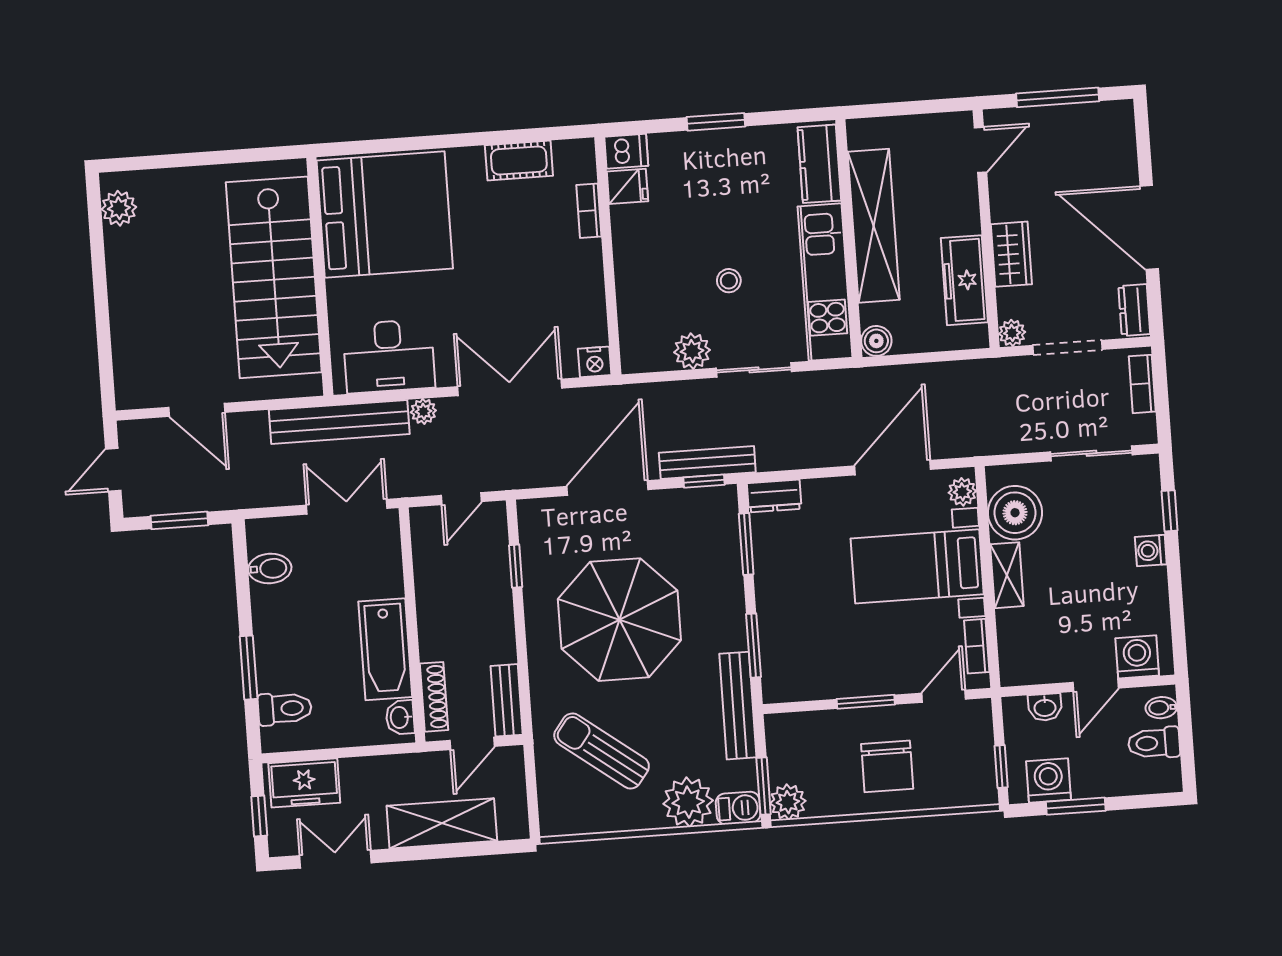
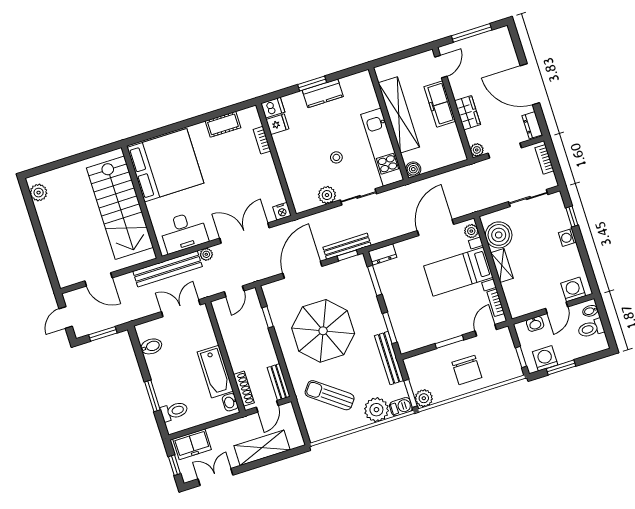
kitchen counter: (819, 164) -> (323, 93), moved, turned -90
freezer: (964, 280) -> (440, 104), moved

